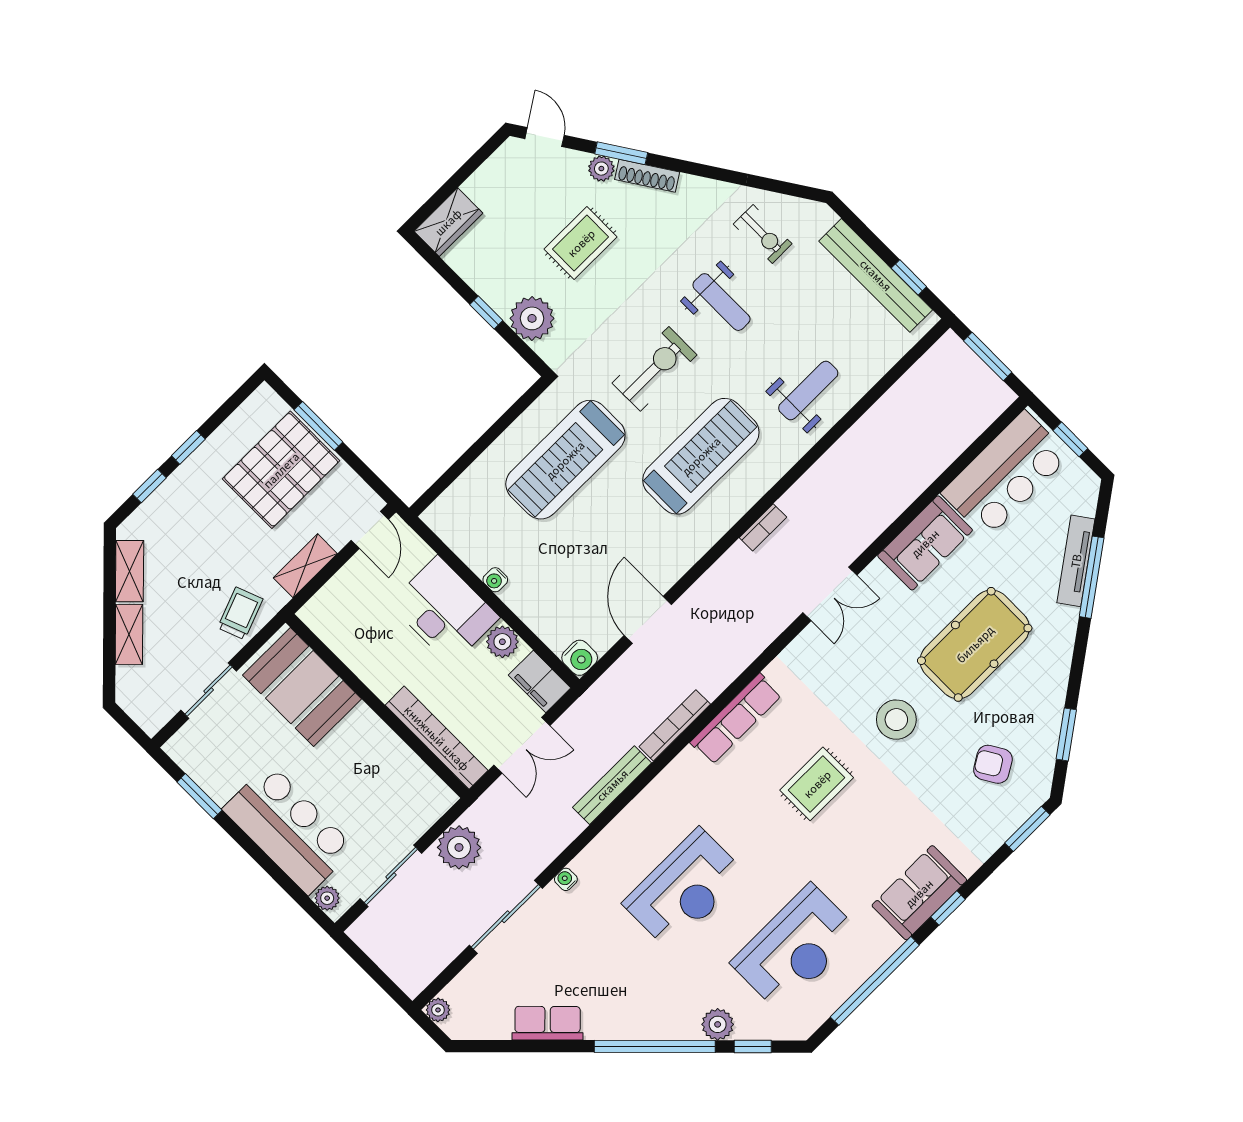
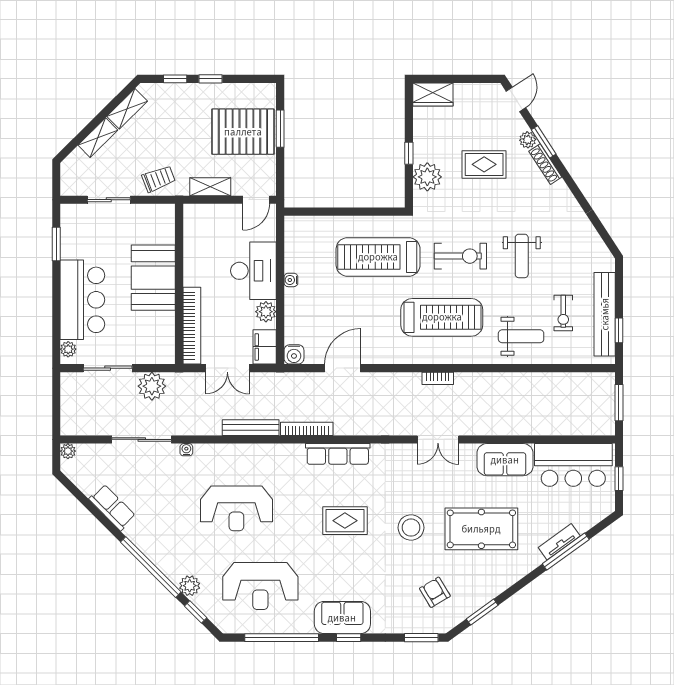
exercise bike: (763, 234) -> (563, 313), moved
tv unit: (1076, 561) -> (559, 542), width x0.71
booth: (302, 687) -> (153, 278), moved

